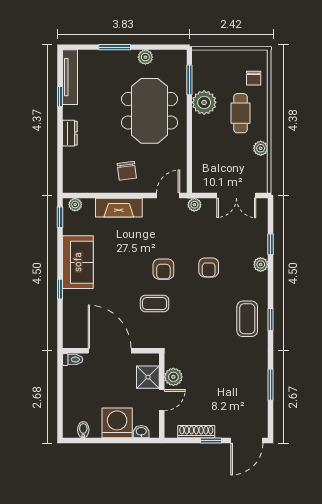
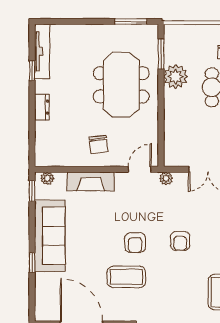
window: (115, 47) -> (131, 21), moved
plant: (145, 57) -> (117, 31), removed
sofa: (78, 262) -> (50, 236), width x1.36
coffee table: (155, 304) -> (126, 277), width x1.36, depth x1.30

